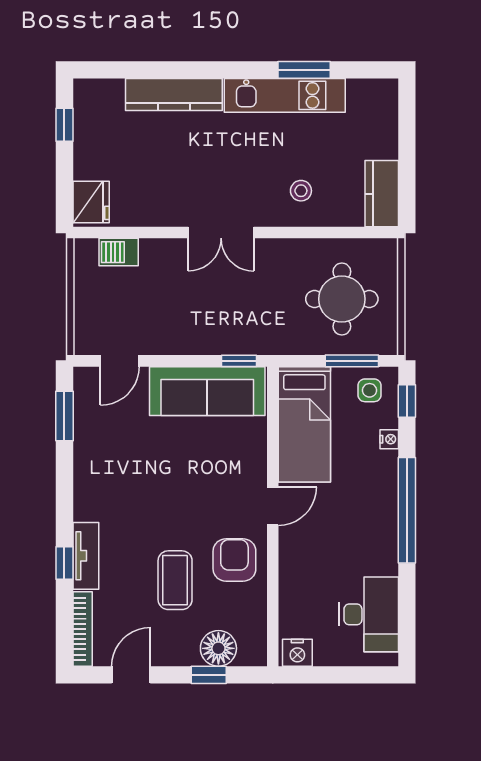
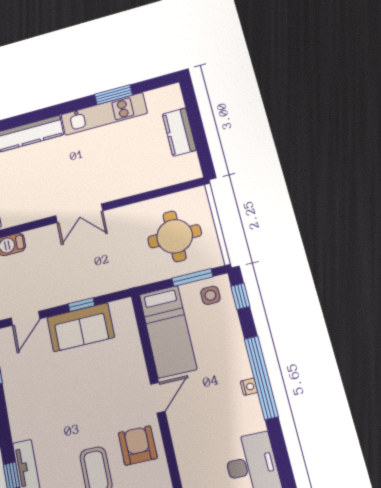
stool: (301, 191) -> (129, 172), removed
kitchen counter: (382, 194) -> (179, 132), moved
window: (239, 361) -> (81, 305), moved
sofa: (207, 391) -> (81, 327), width x0.73
nightstand: (389, 439) -> (249, 387), moved

